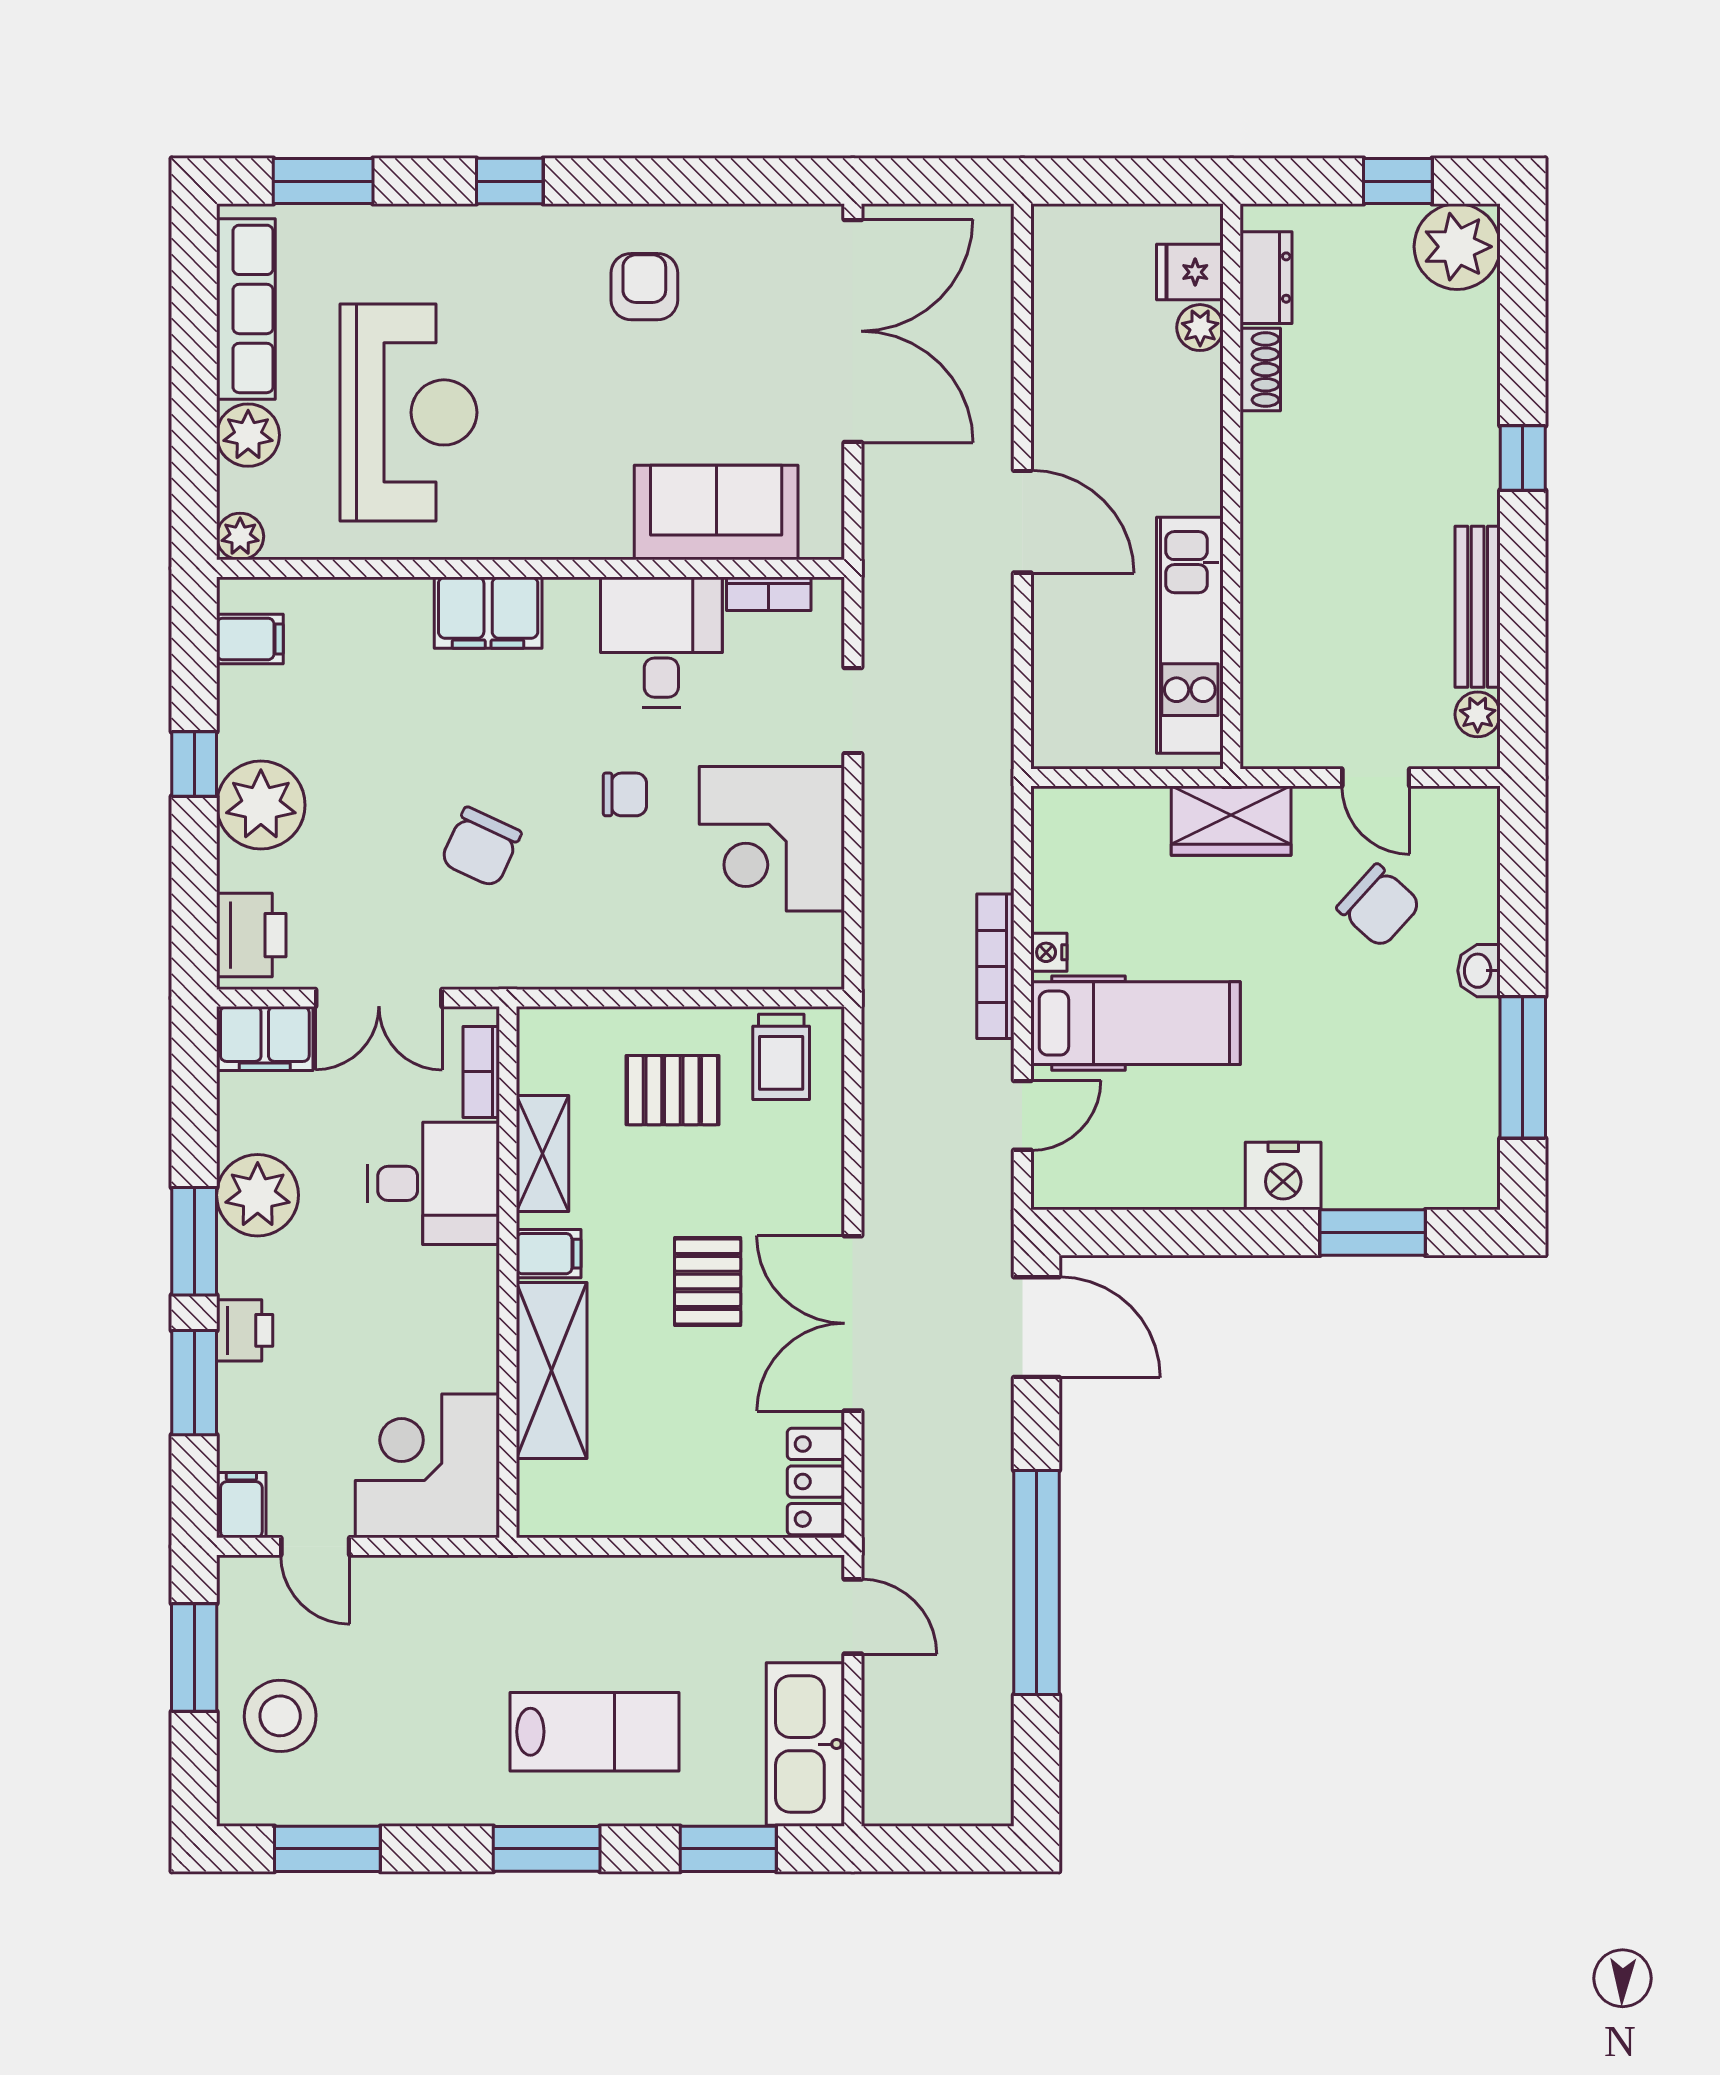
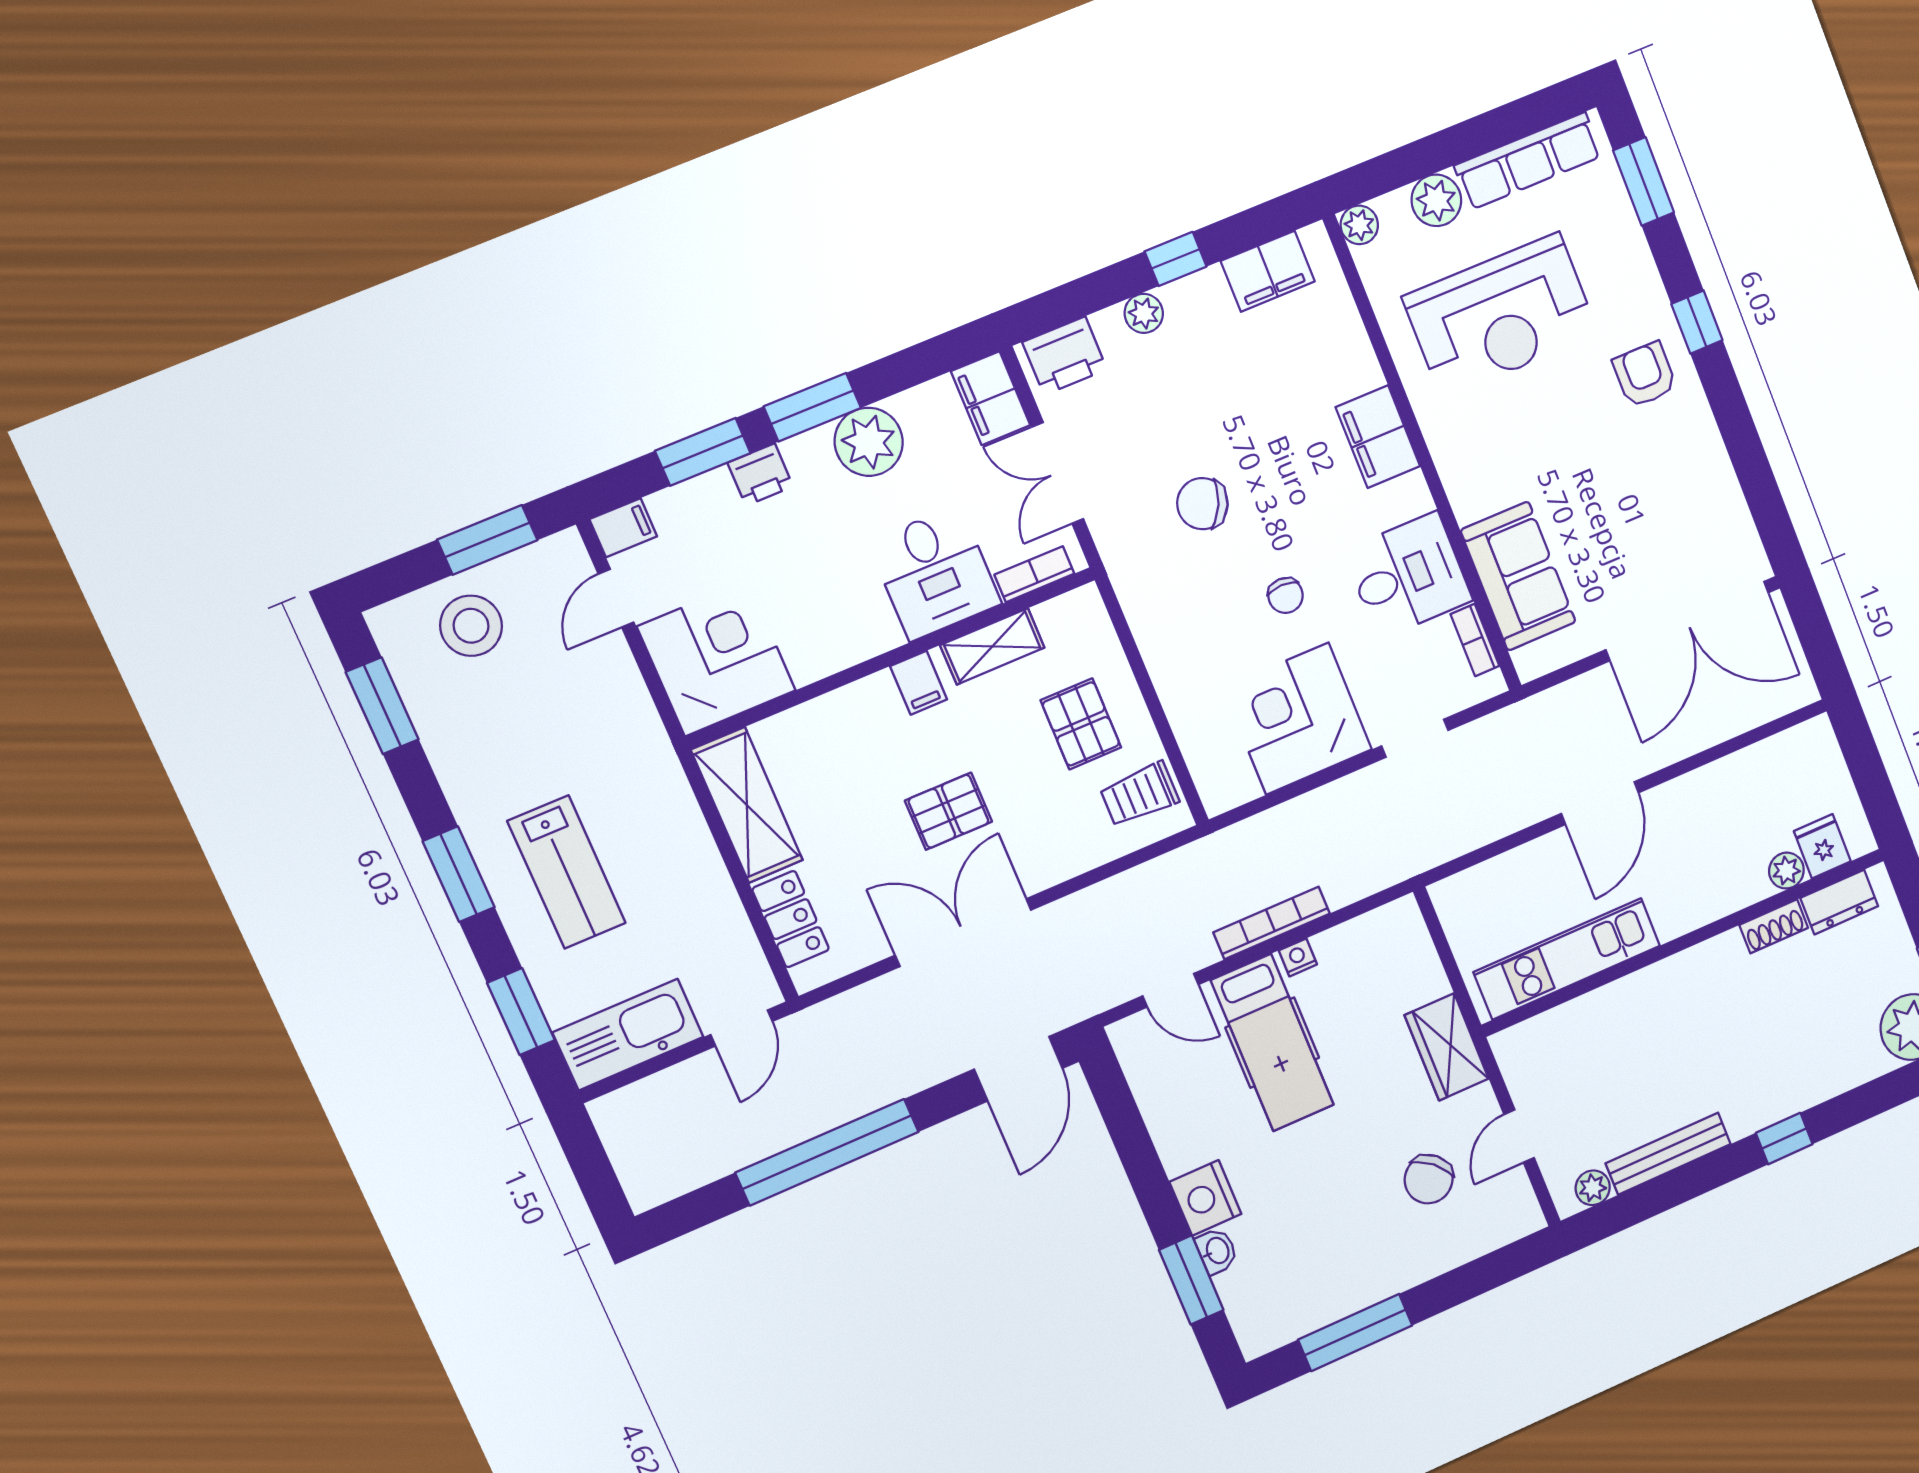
armchair: (644, 287) -> (1645, 375), moved, turned -90
filing cabinet: (250, 639) -> (1268, 271), width x2.00
plant: (261, 805) -> (1144, 313), width x0.53, depth x0.53
washbasin: (1479, 971) -> (1217, 1251), moved, turned 90
shelving: (552, 1370) -> (747, 805), moved, turned 90
locker: (816, 1482) -> (791, 919), moved, turned 90

